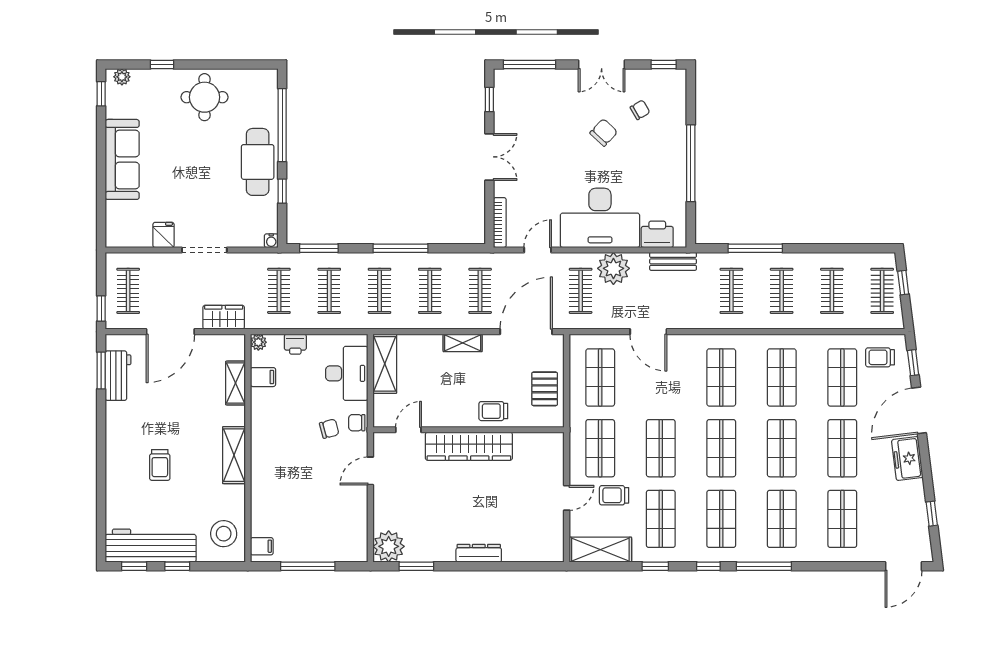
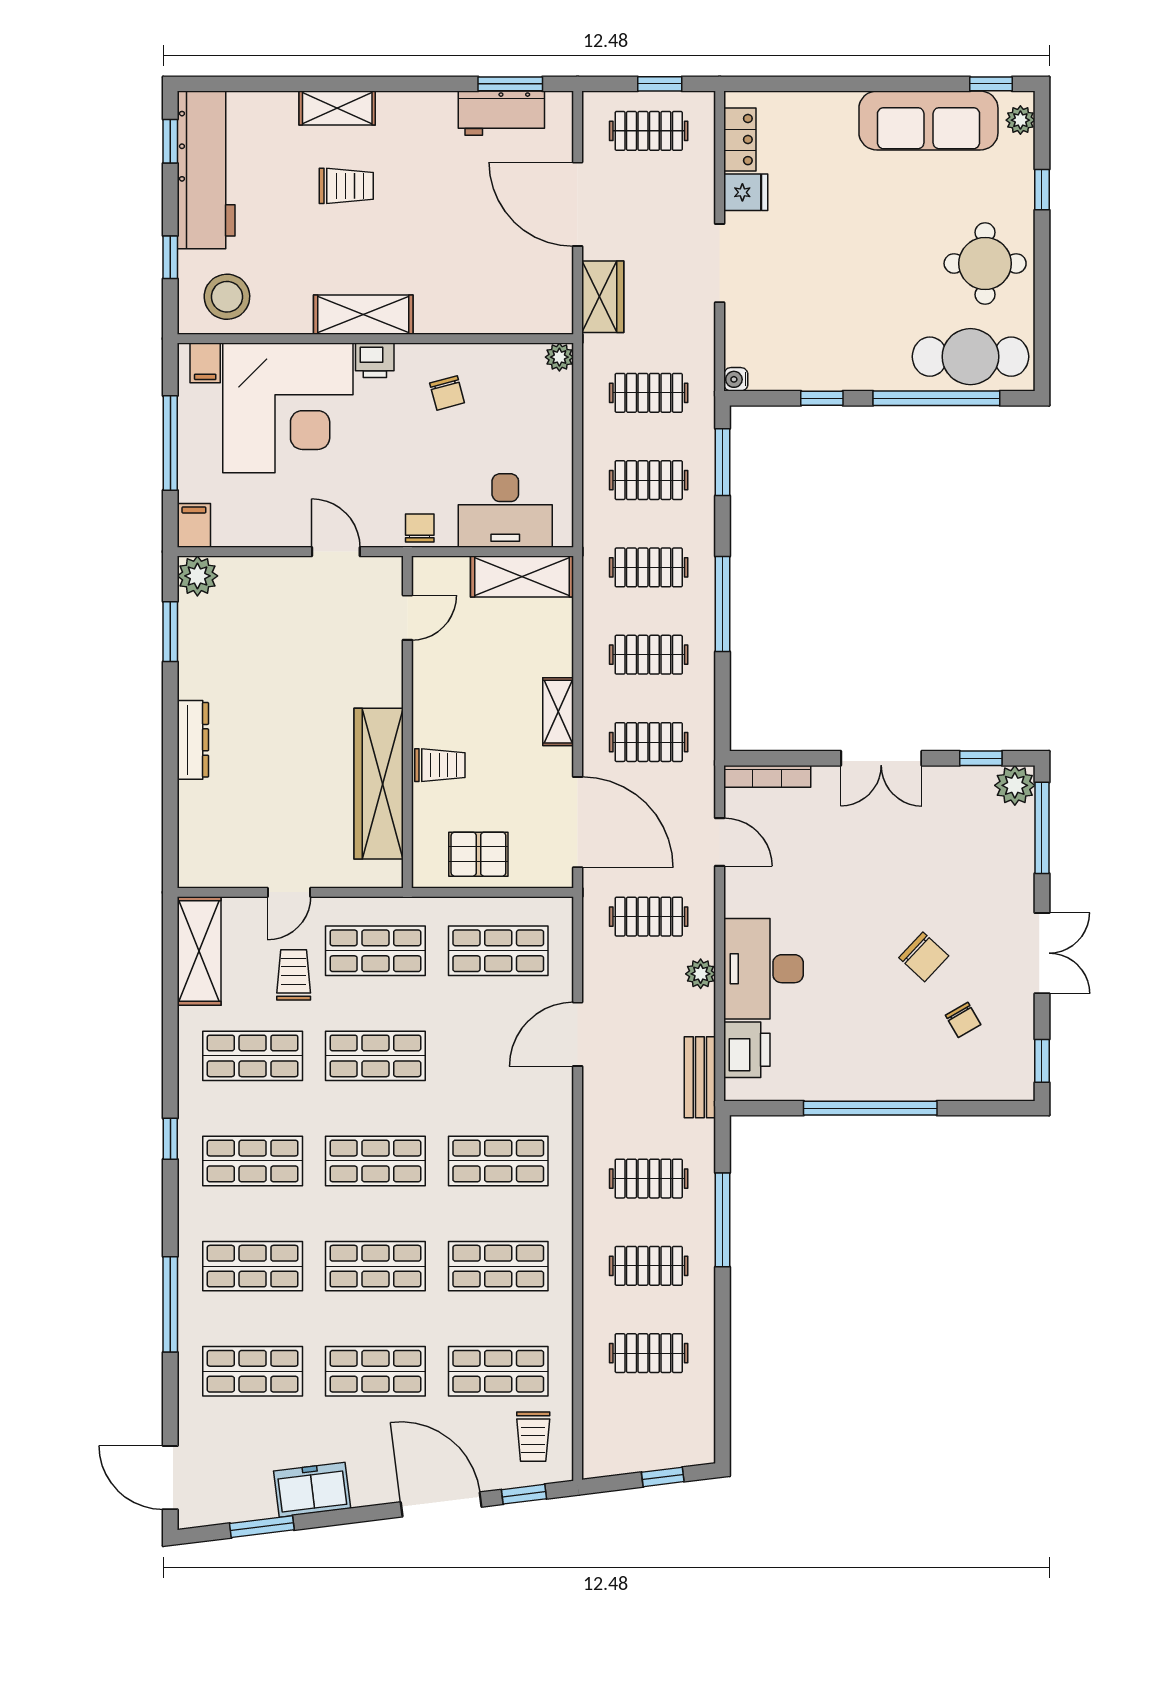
double door: (602, 64) -> (1042, 953), swing flipped
plant: (505, 80) -> (1015, 785), added
sofa: (122, 159) -> (928, 121), moved
cafe table: (258, 162) -> (970, 357), moved
desk: (600, 218) -> (764, 969), width x0.73, depth x0.77
locker: (133, 238) -> (740, 140), added
plant: (613, 268) -> (701, 974), width x0.53, depth x0.53
clothes rail: (882, 291) -> (649, 1440), removed
window: (101, 309) -> (660, 84), moved
printer: (295, 344) -> (375, 360), moved, turned -90
trolley: (880, 357) -> (533, 1437), turned 180
filing cabinet: (263, 377) -> (194, 525), moved, turned 180
shelving: (236, 383) -> (337, 108), moved
trolley: (493, 411) -> (440, 765), turned 90
chair: (329, 429) -> (447, 393), moved
door: (408, 430) -> (407, 618), hinge flipped
wardrobe: (469, 446) -> (379, 784), moved
freezer: (907, 459) -> (312, 1490), moved
trolley: (160, 465) -> (346, 186), turned 180
door: (567, 498) -> (289, 892), hinge flipped
corner desk: (288, 499) -> (288, 408), added
window: (932, 514) -> (262, 1527), width x1.50
plant: (389, 546) -> (197, 576), width x0.73, depth x0.73
window: (177, 566) -> (170, 257), moved
window: (655, 566) -> (170, 1046), removed
window: (764, 566) -> (170, 1304), moved

